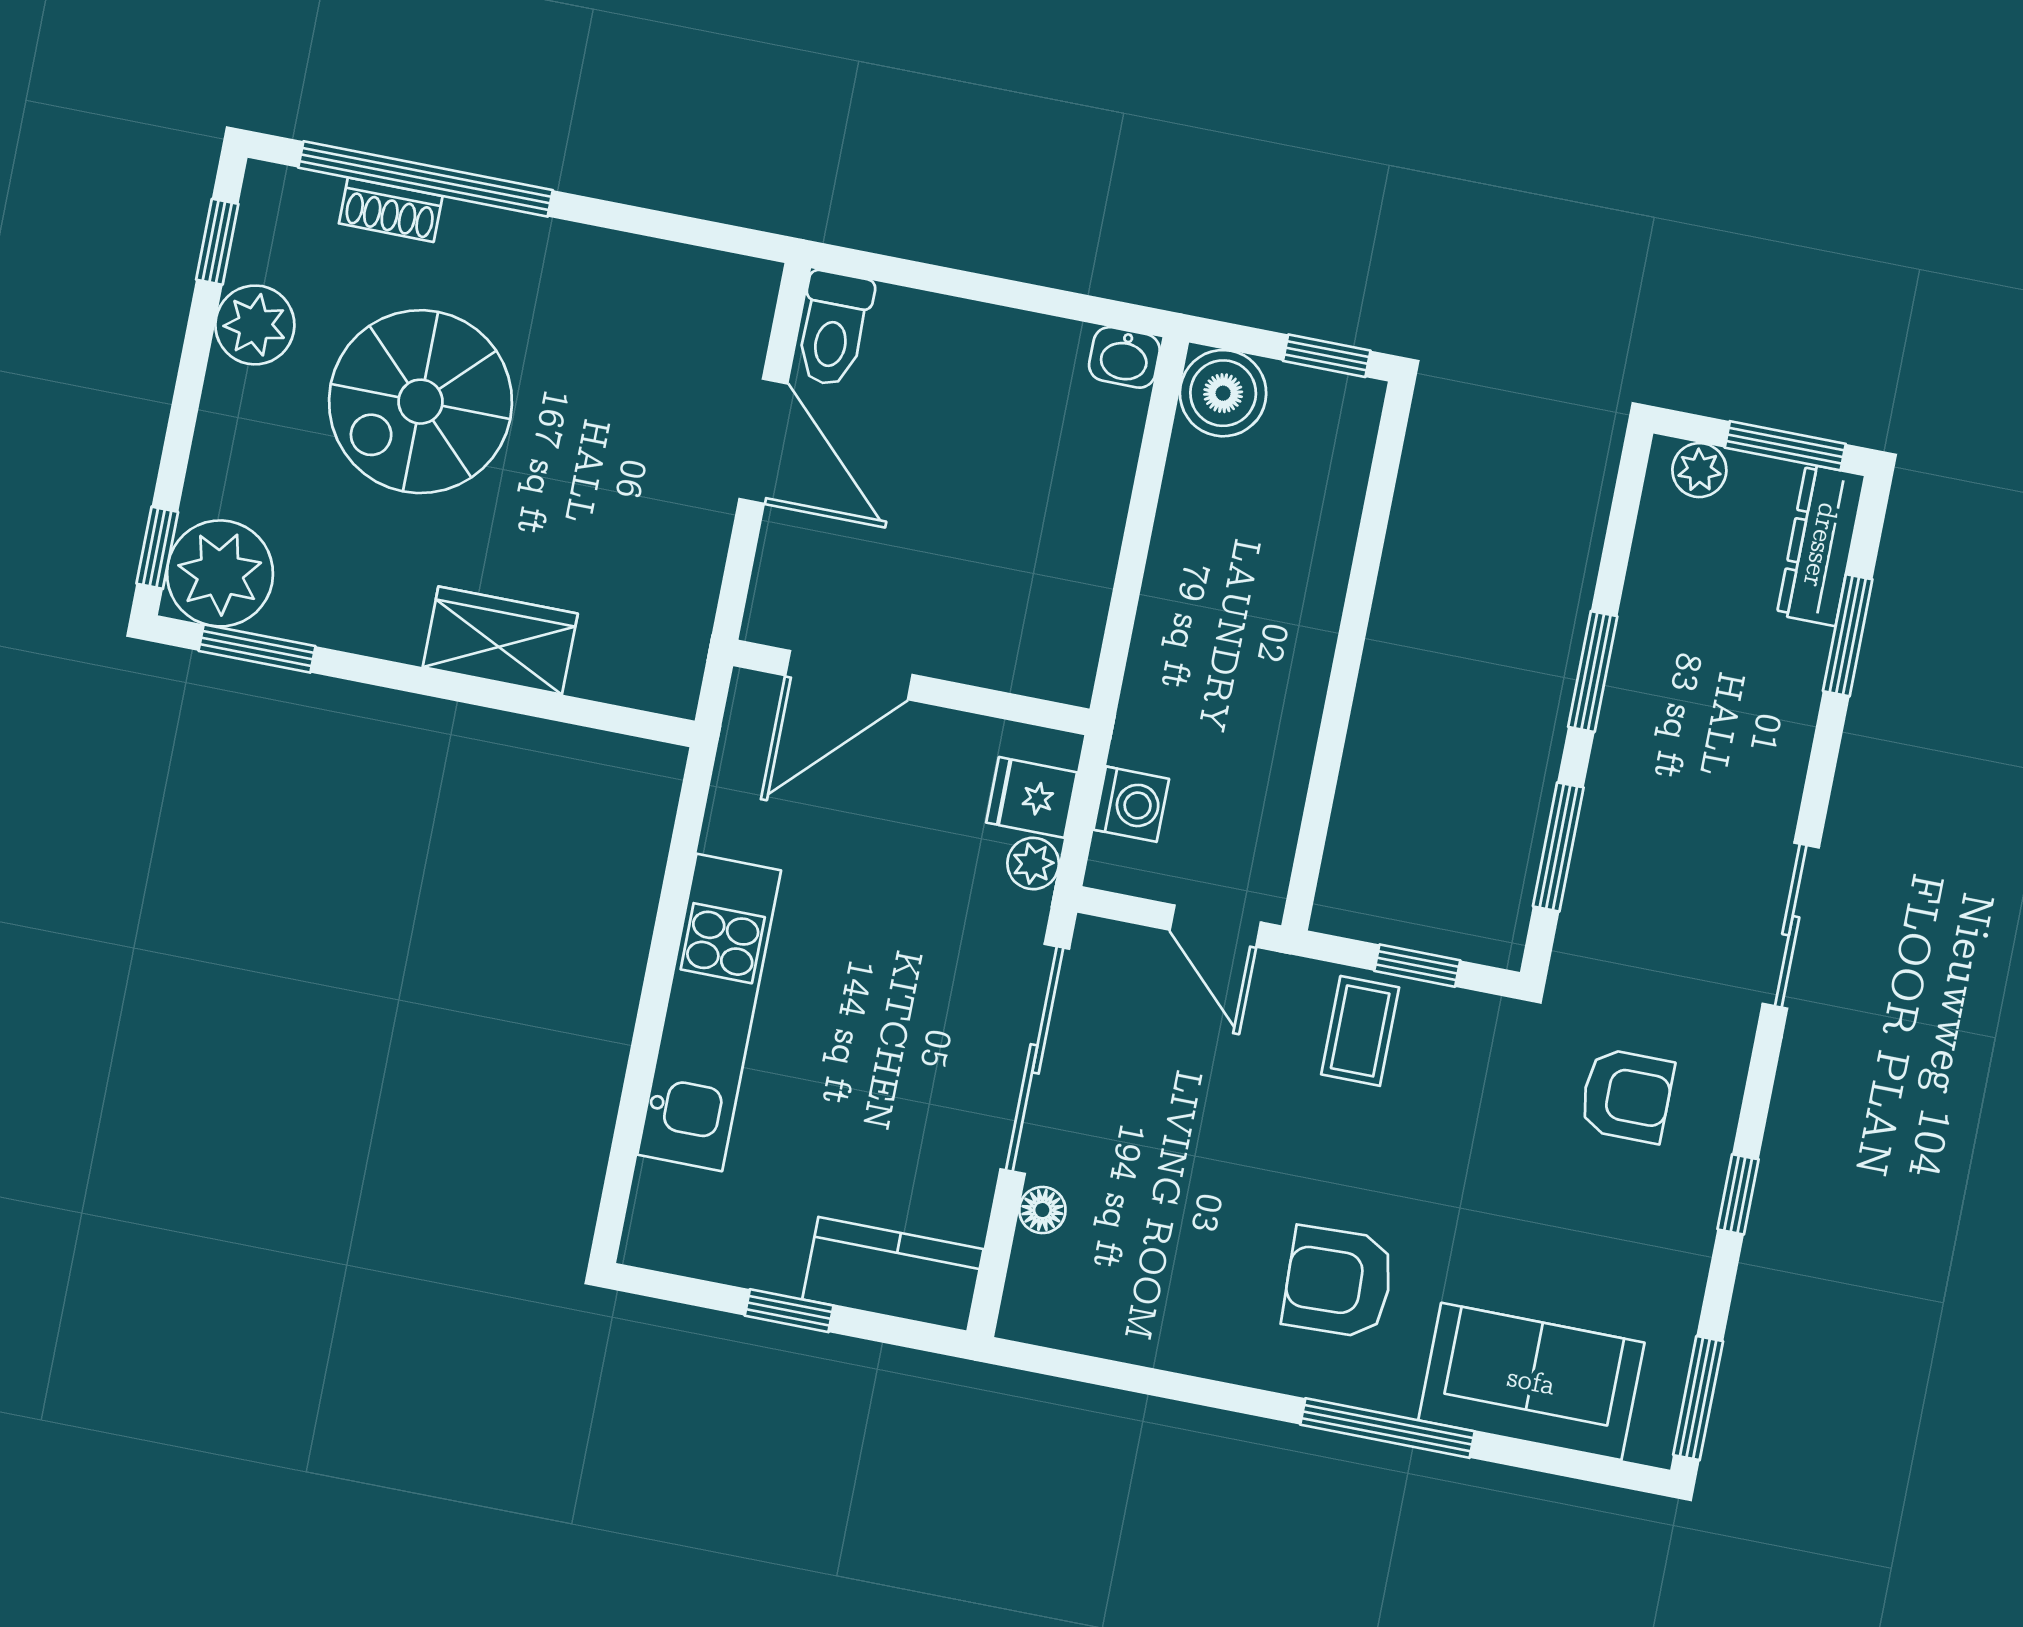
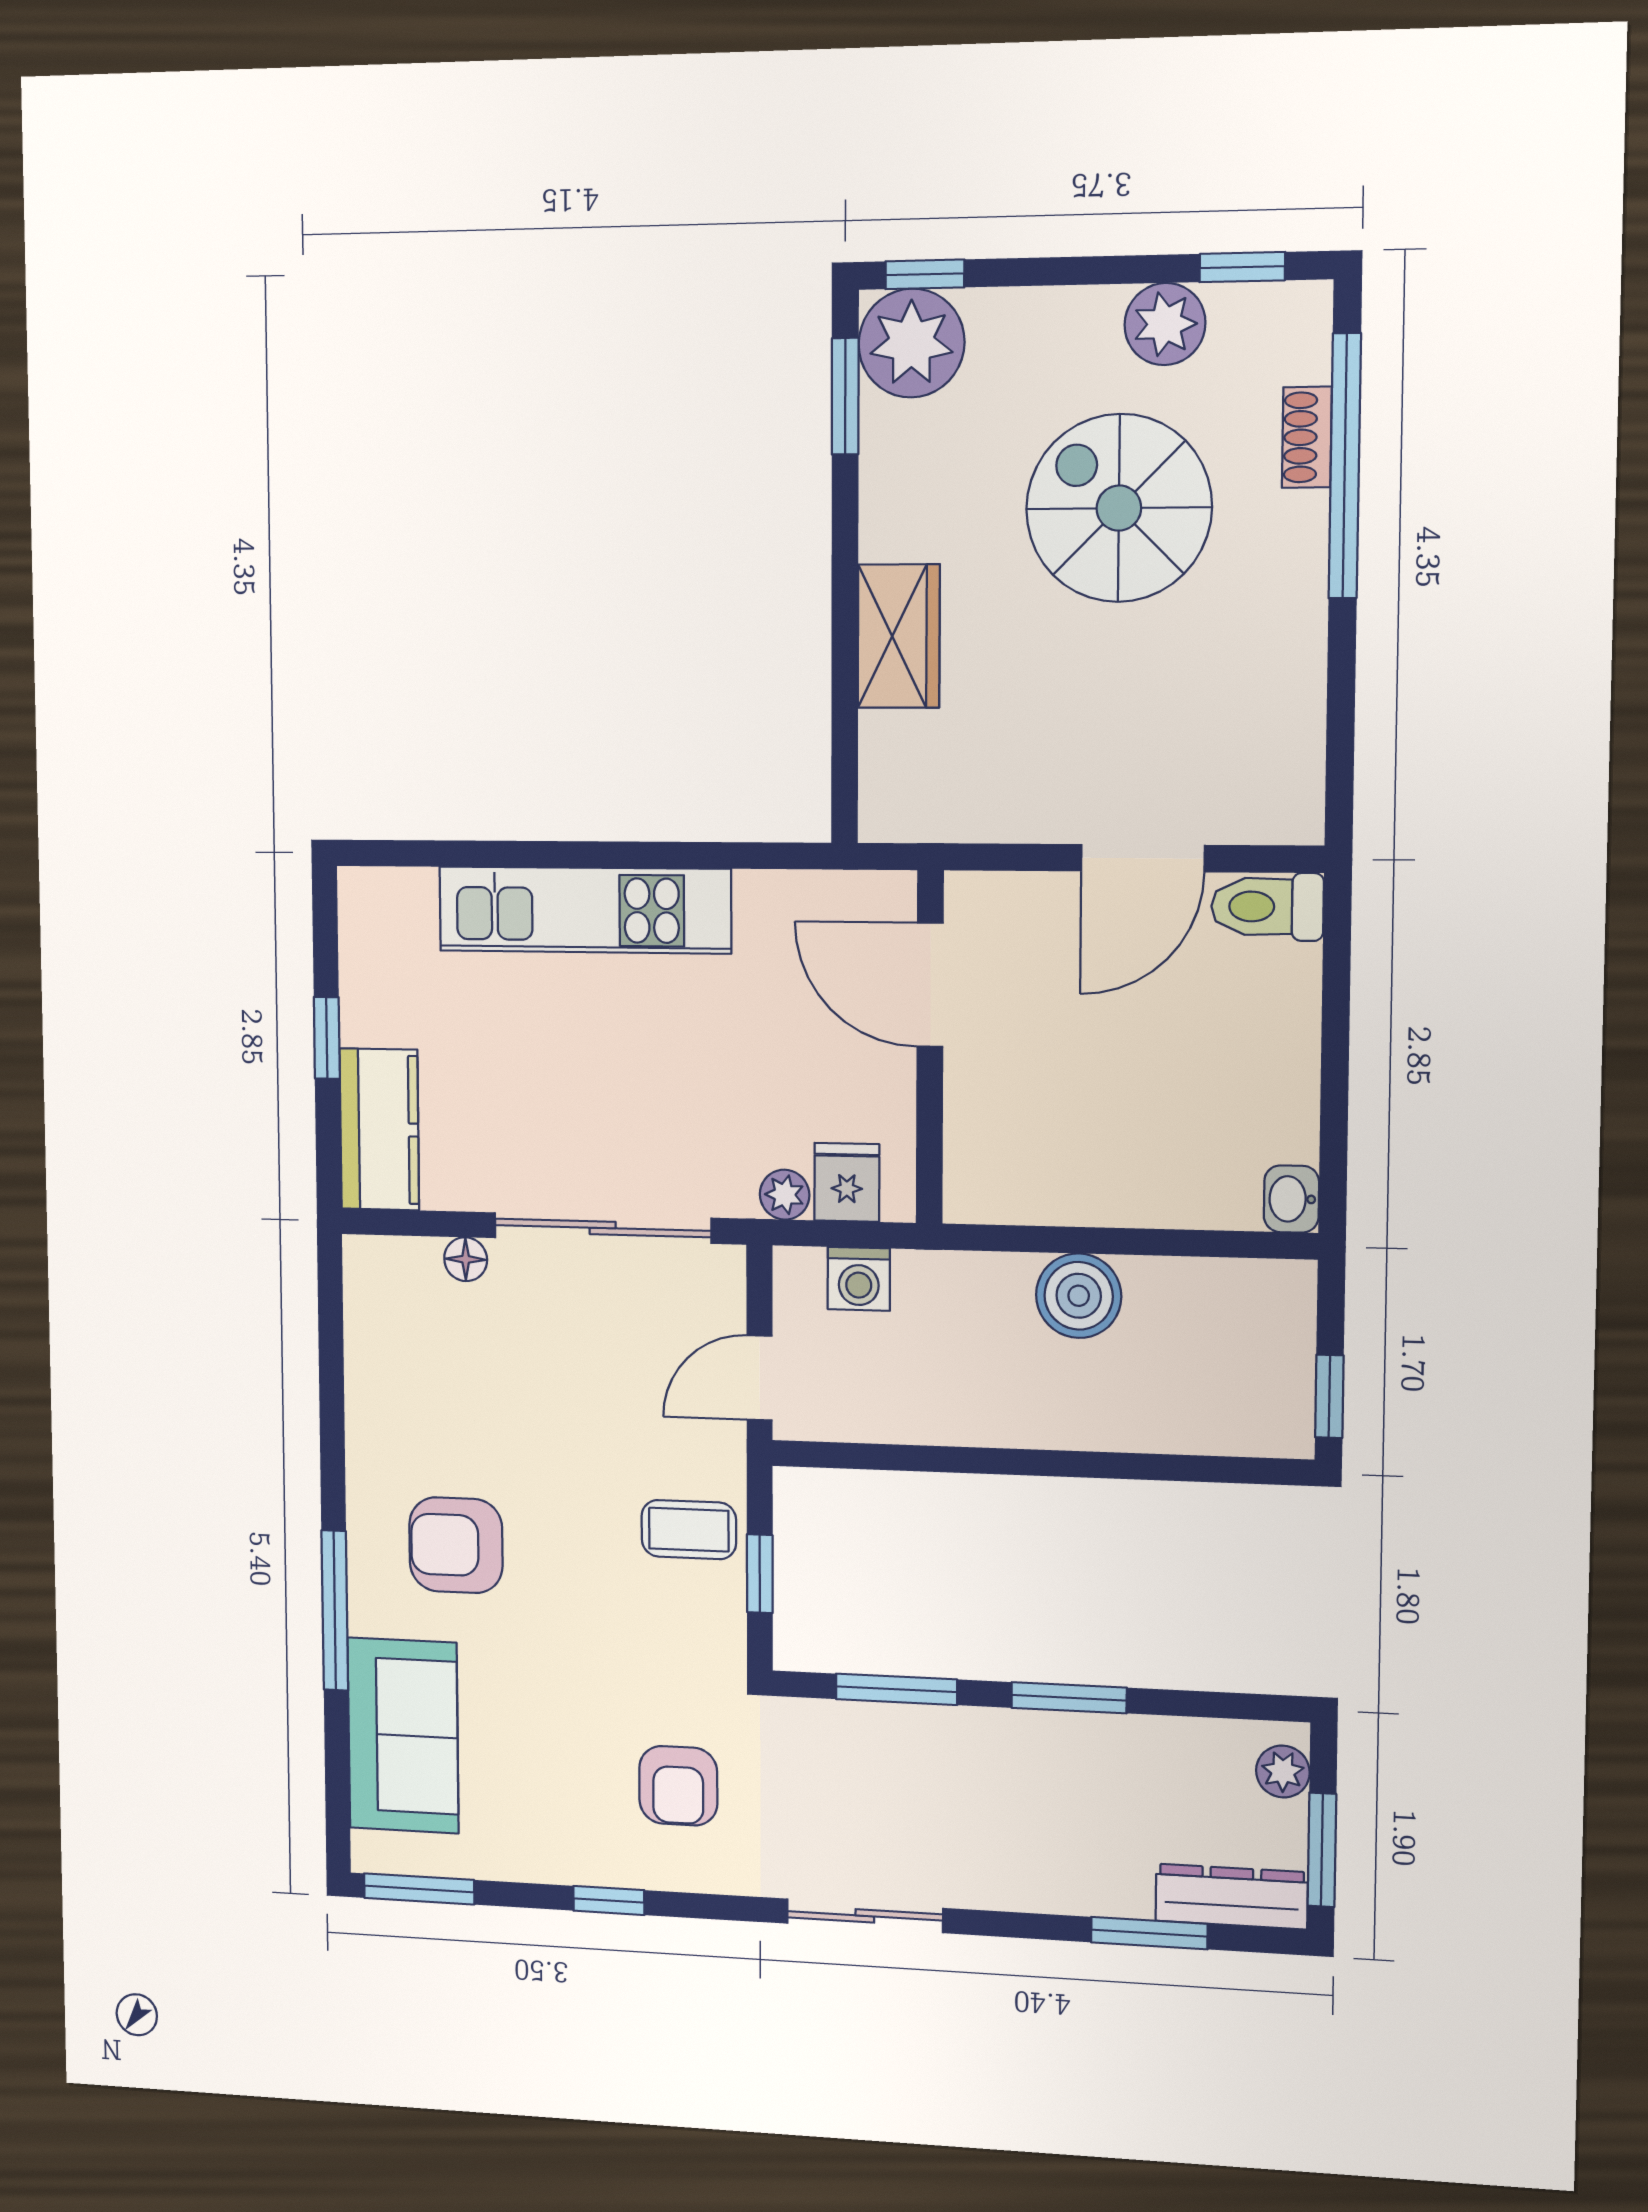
boiler: (1223, 393) -> (1079, 1296), moved
armchair: (1338, 1282) -> (456, 1545), turned -88

